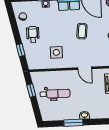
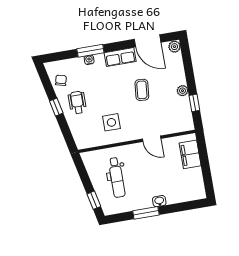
window: (21, 50) -> (56, 107), moved
window: (31, 90) -> (94, 200), moved
dental chair: (55, 94) -> (117, 177), turned 90

